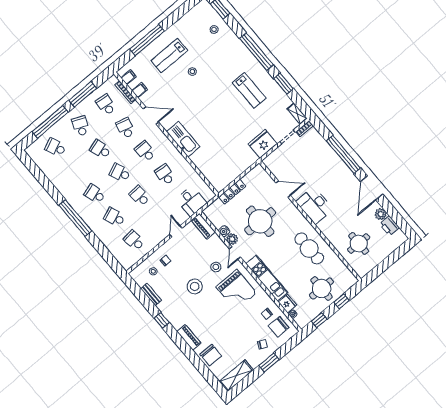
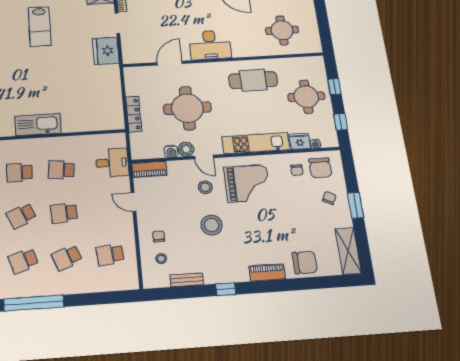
lab bench: (249, 90) -> (40, 27), turned 90

